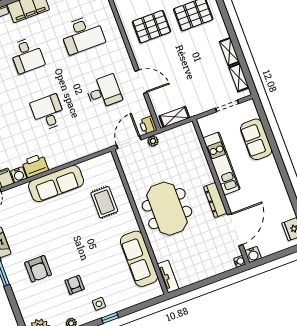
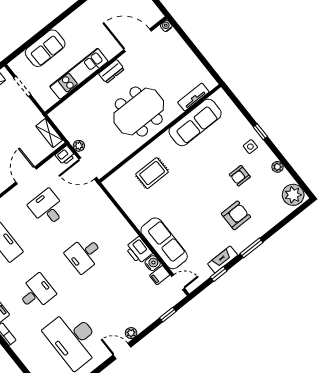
sofa: (56, 183) -> (164, 243), moved
dresser: (215, 200) -> (112, 71), width x0.70
water cooler: (253, 255) -> (156, 15), removed
tv unit: (168, 277) -> (193, 97), moved

